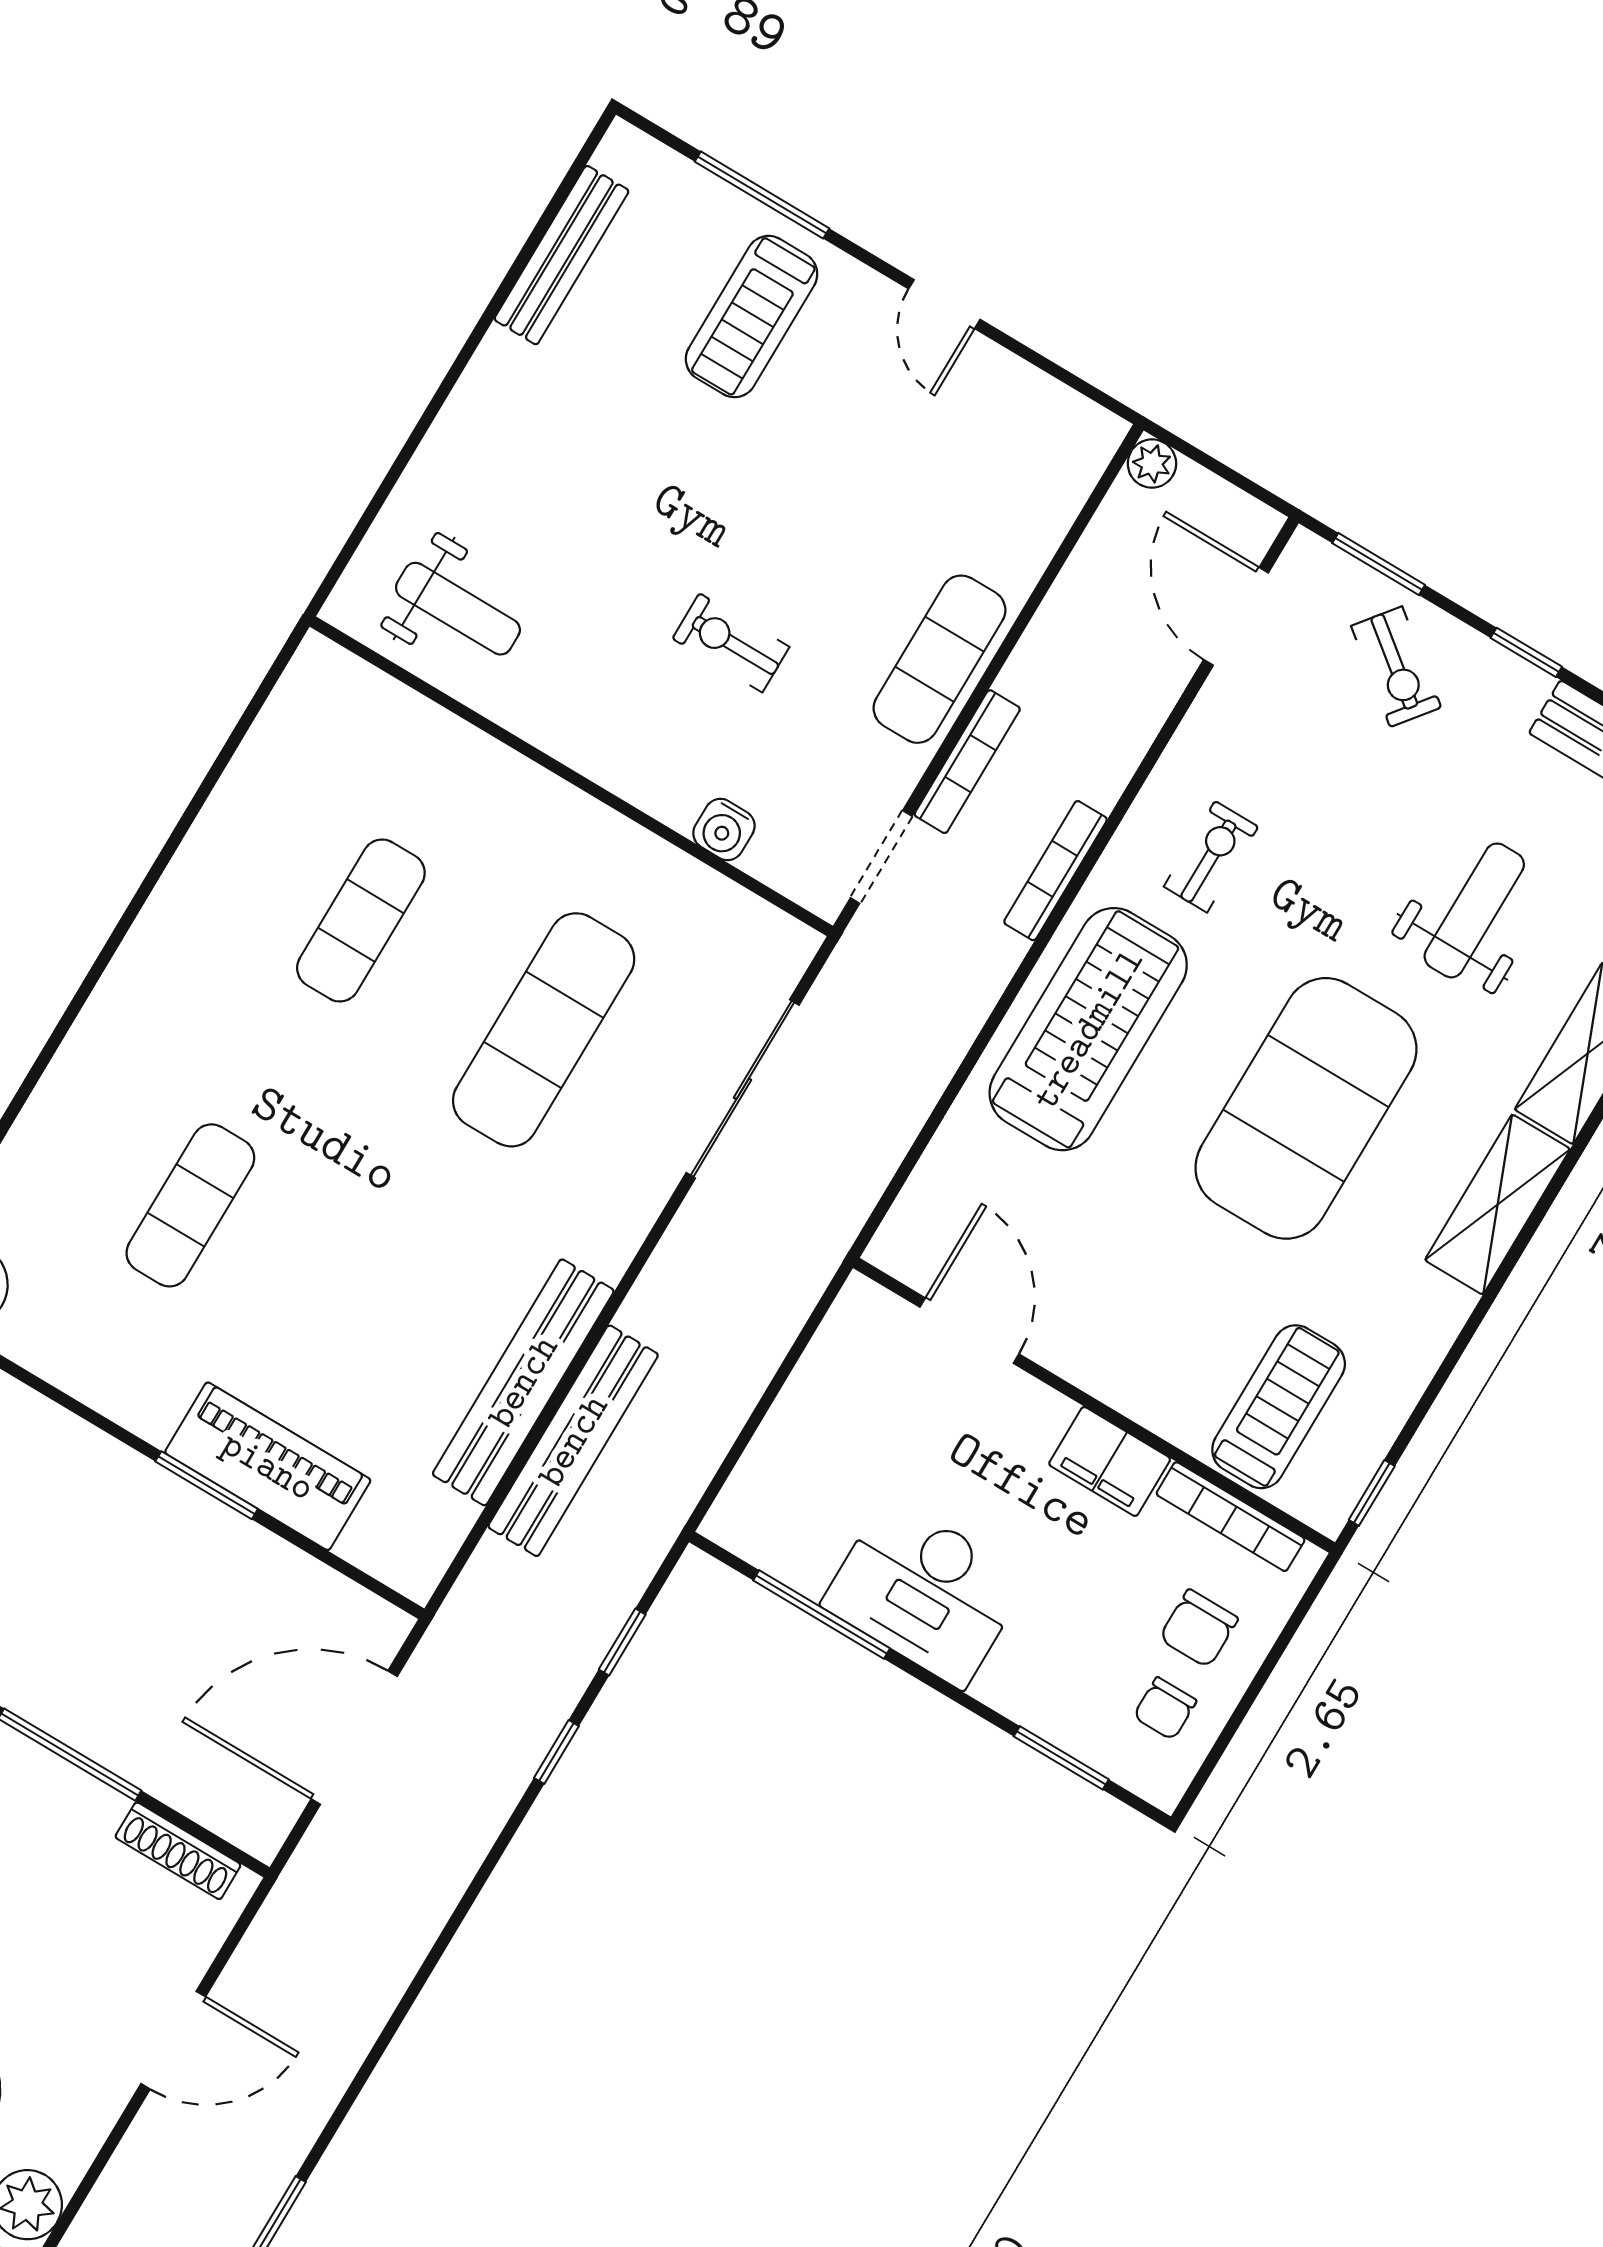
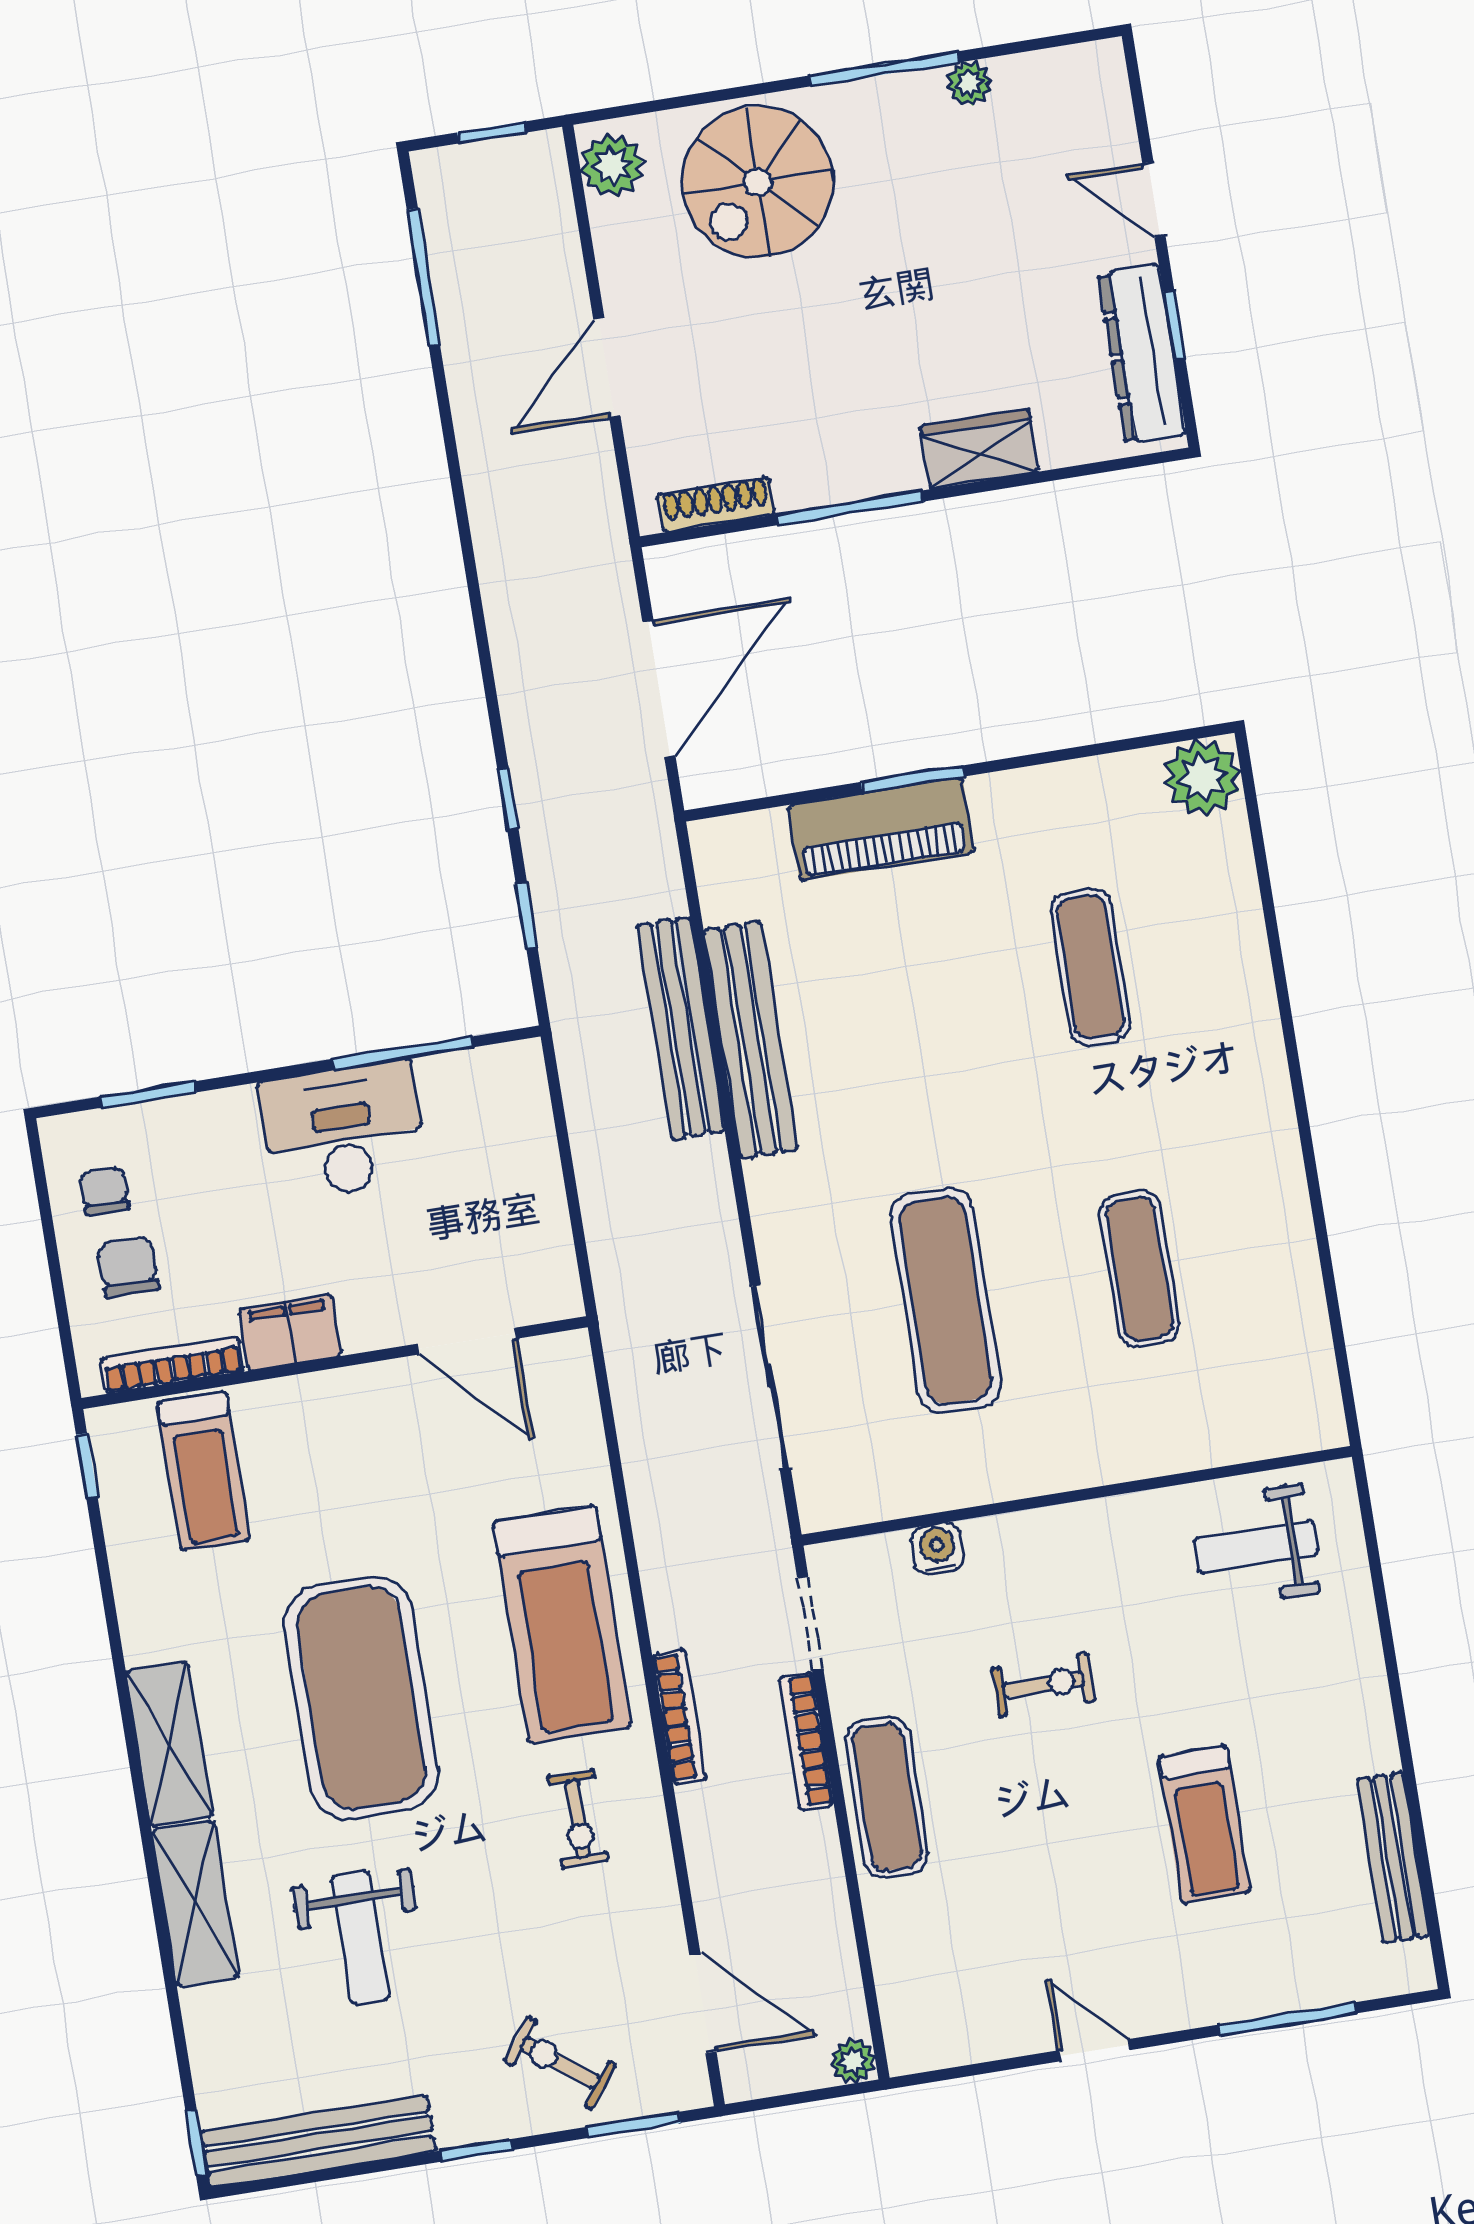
treadmill: (752, 317) -> (1204, 1824), moved, turned 180

